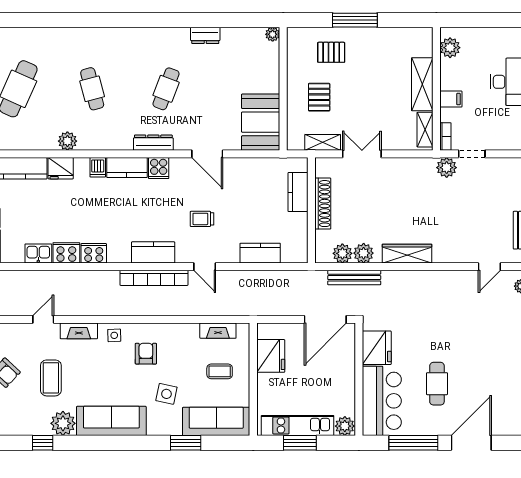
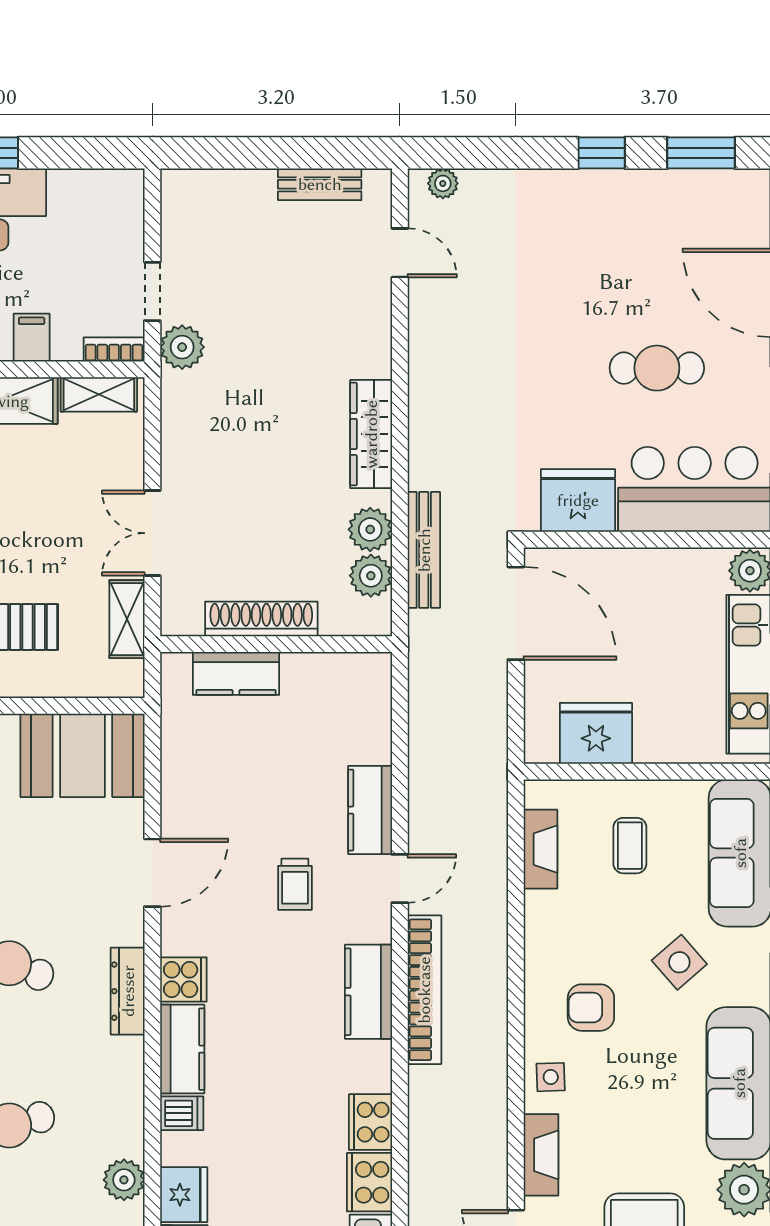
kitchen counter: (260, 253) -> (370, 810), moved
side table: (166, 394) -> (679, 962), turned 37

